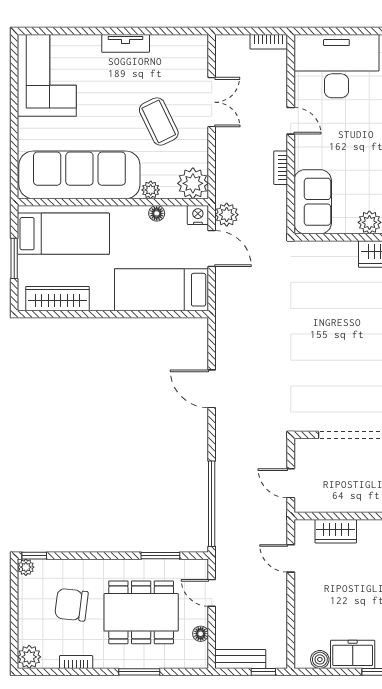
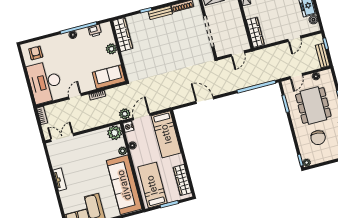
double door: (212, 102) -> (62, 138), moved
coffee table: (159, 121) -> (91, 155), removed
door: (212, 389) -> (205, 100), swing flipped
wardrobe: (336, 531) -> (255, 32), width x1.50
door: (291, 558) -> (294, 39), moved

